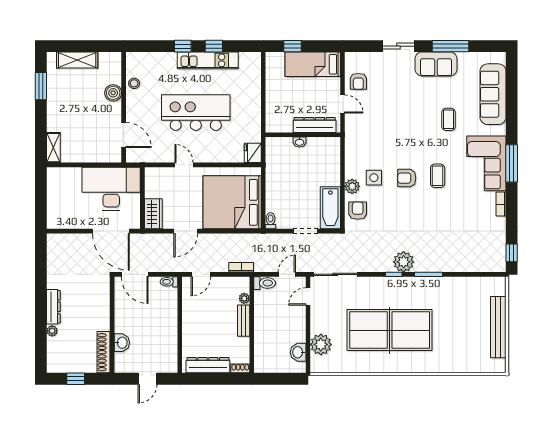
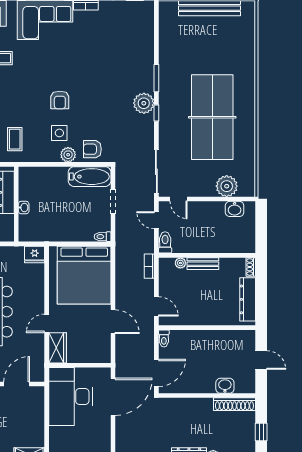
coffee table: (438, 176) -> (15, 139), moved, turned 90
wardrobe: (153, 214) -> (58, 348), moved, turned 90

